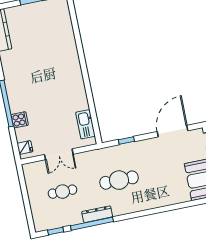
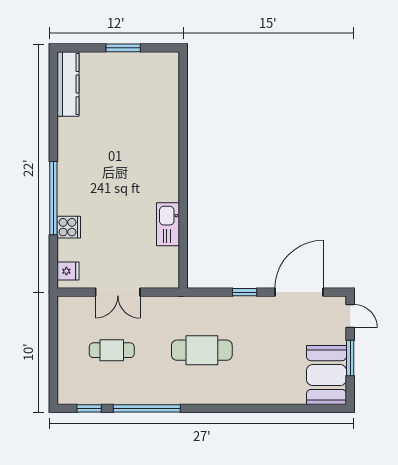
kitchen sink: (85, 124) -> (168, 224), moved
window: (126, 140) -> (245, 292), moved
dresser: (97, 214) -> (158, 396), removed

